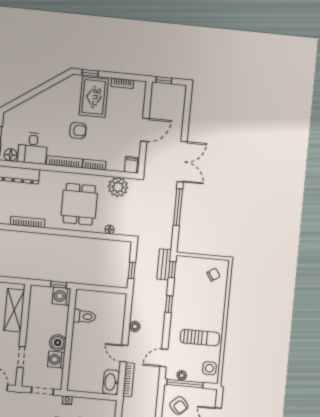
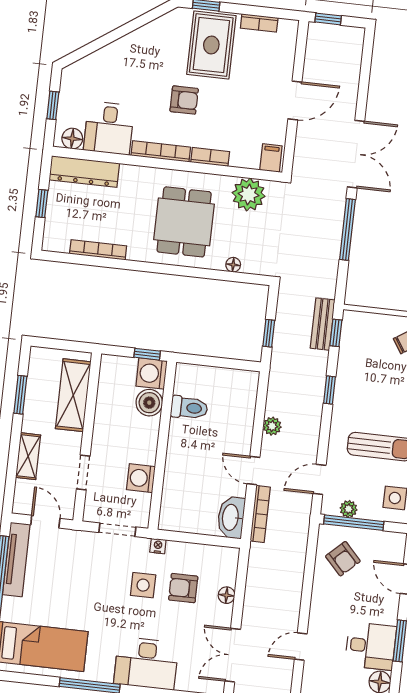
boiler: (58, 343) -> (149, 403), moved

